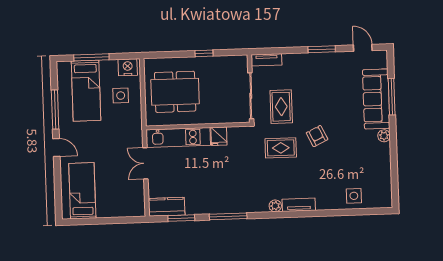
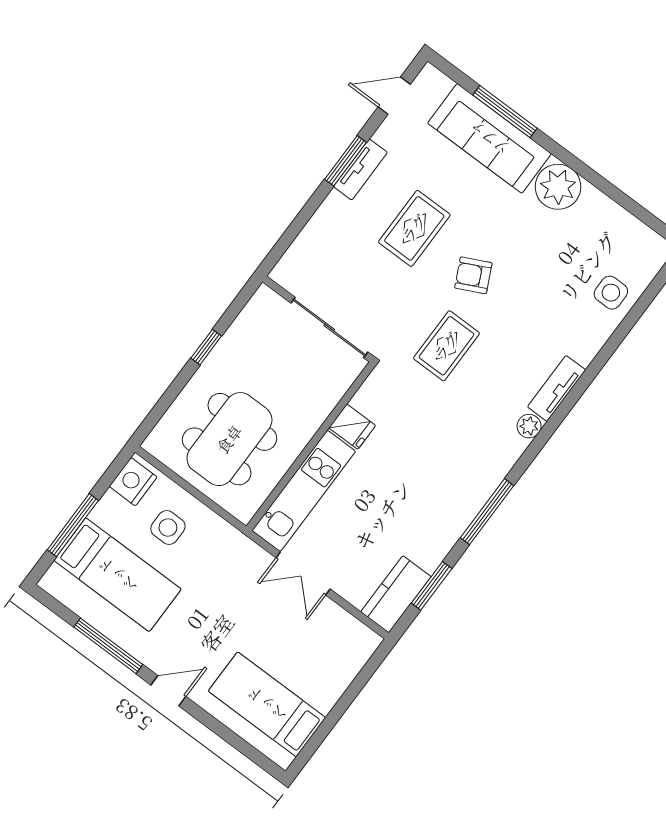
tv unit: (266, 60) -> (360, 170), moved
rug: (281, 107) -> (414, 228), moved, turned 90
plant: (384, 136) -> (558, 187), width x1.87, depth x1.87

